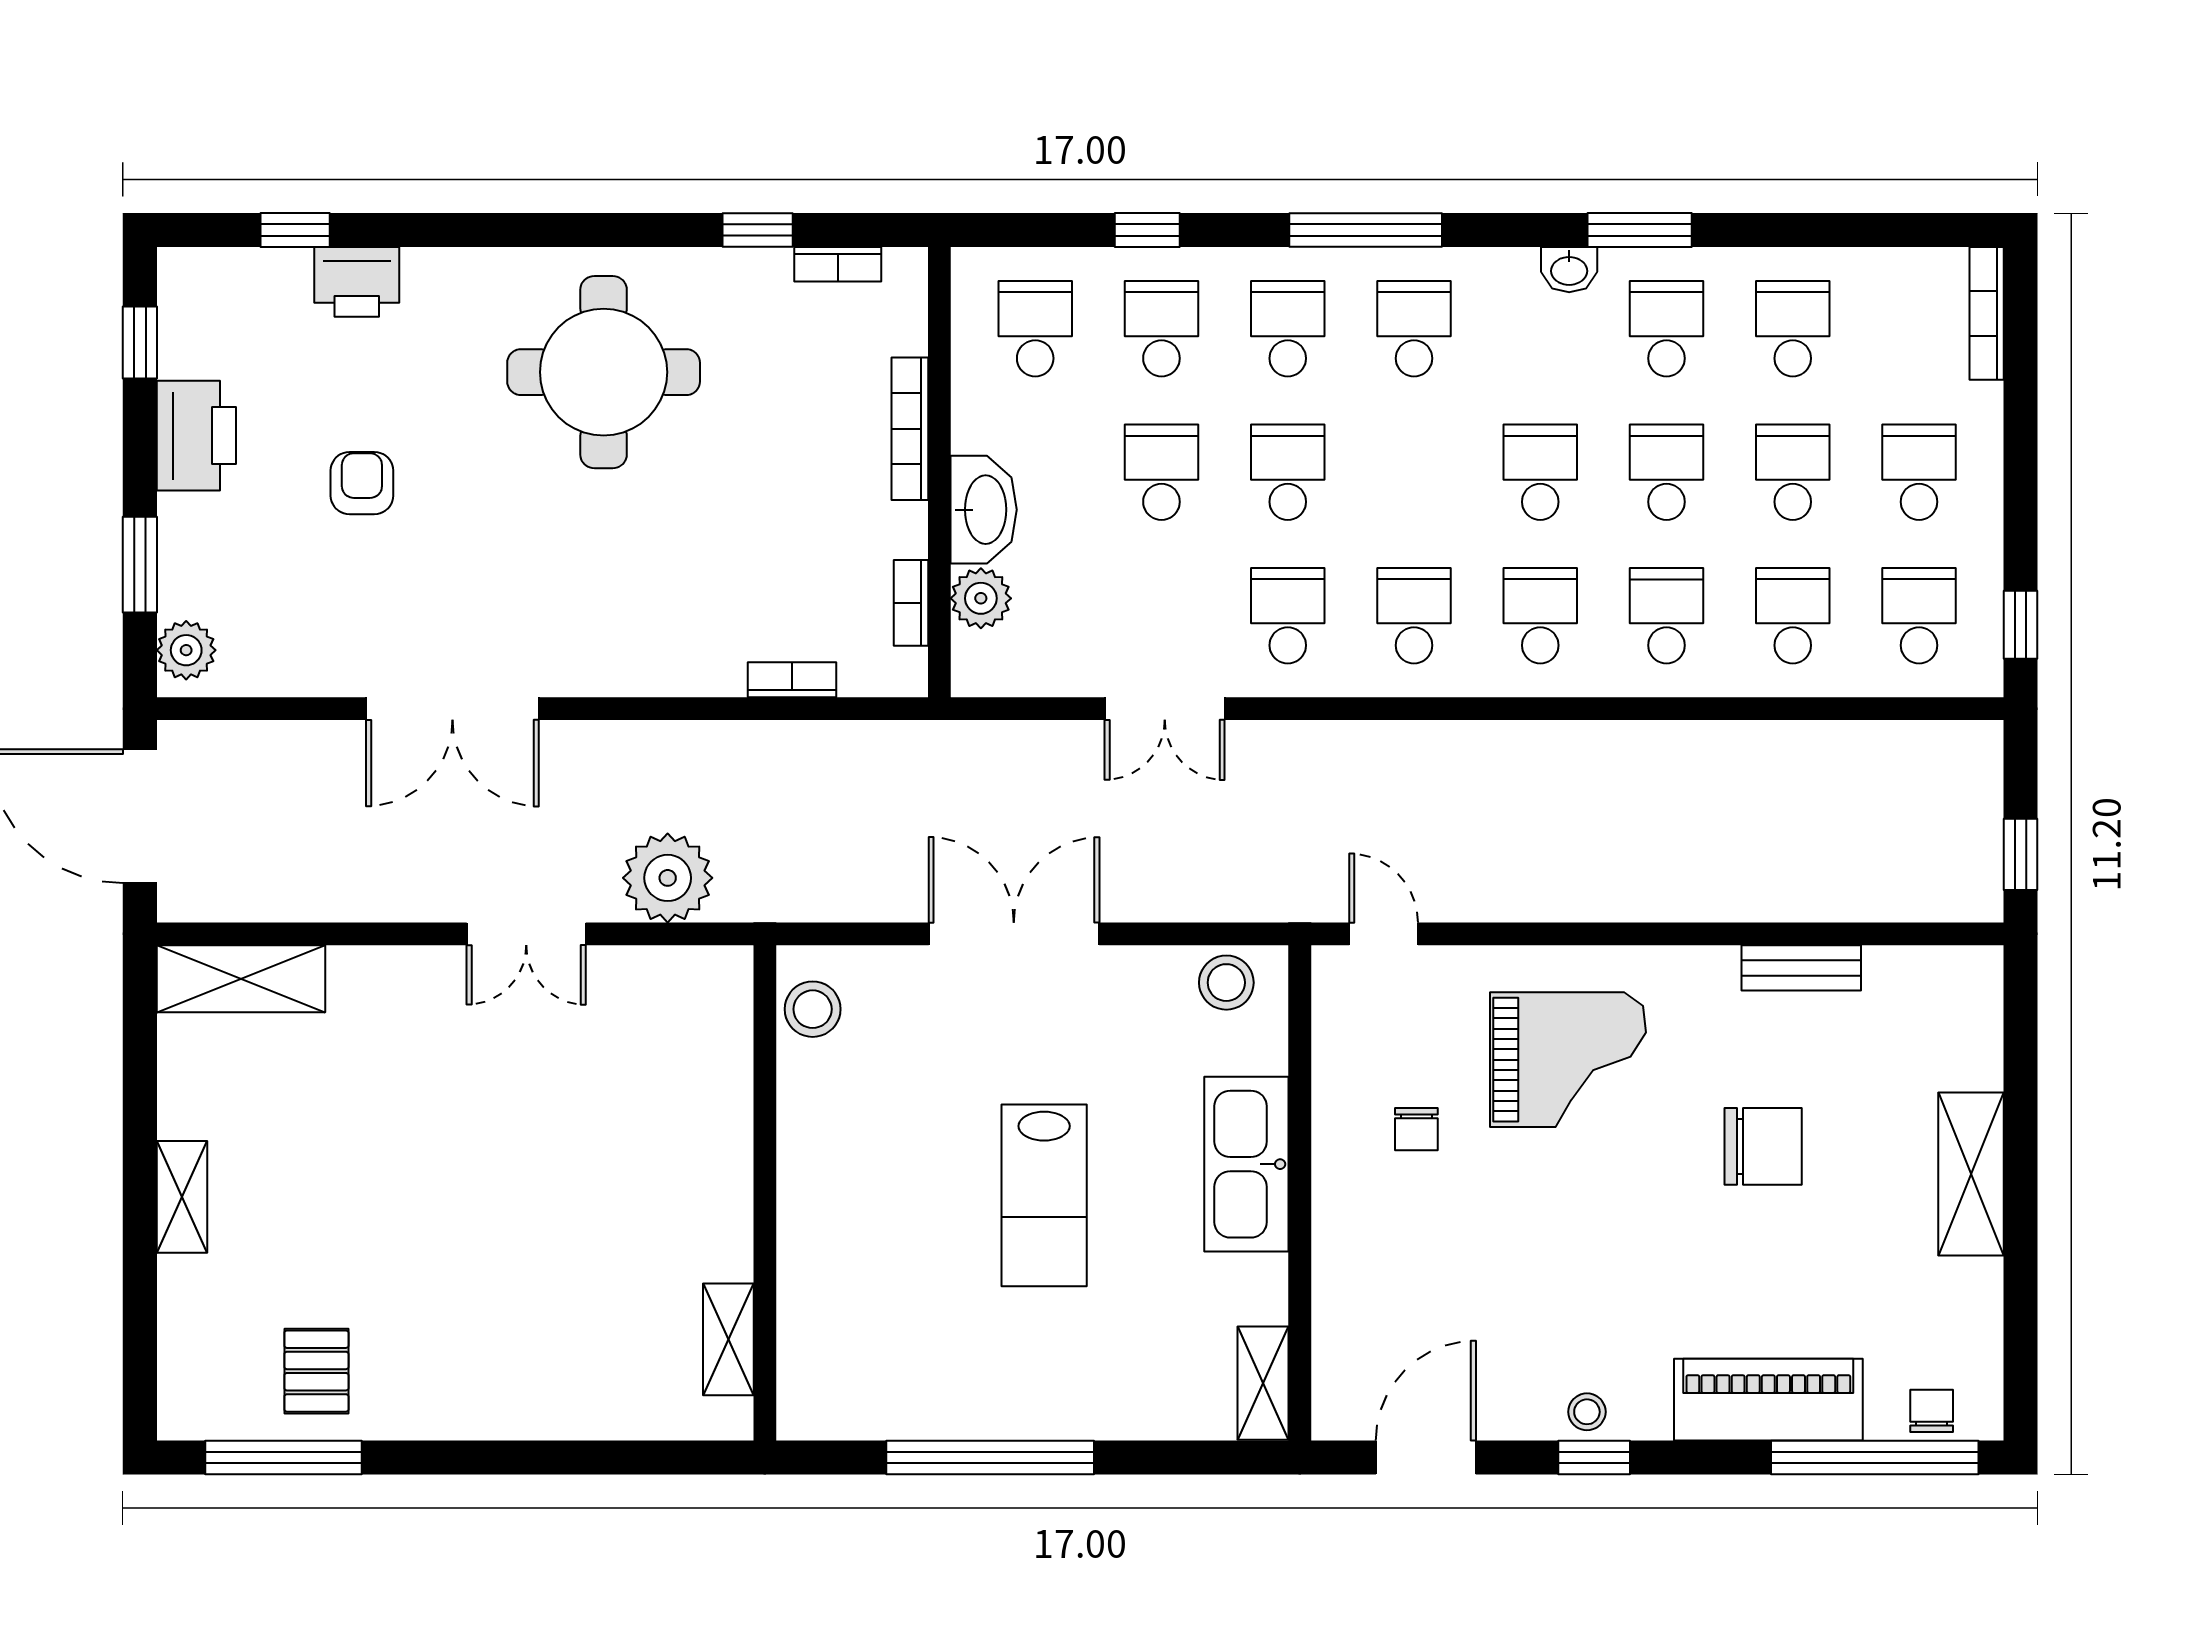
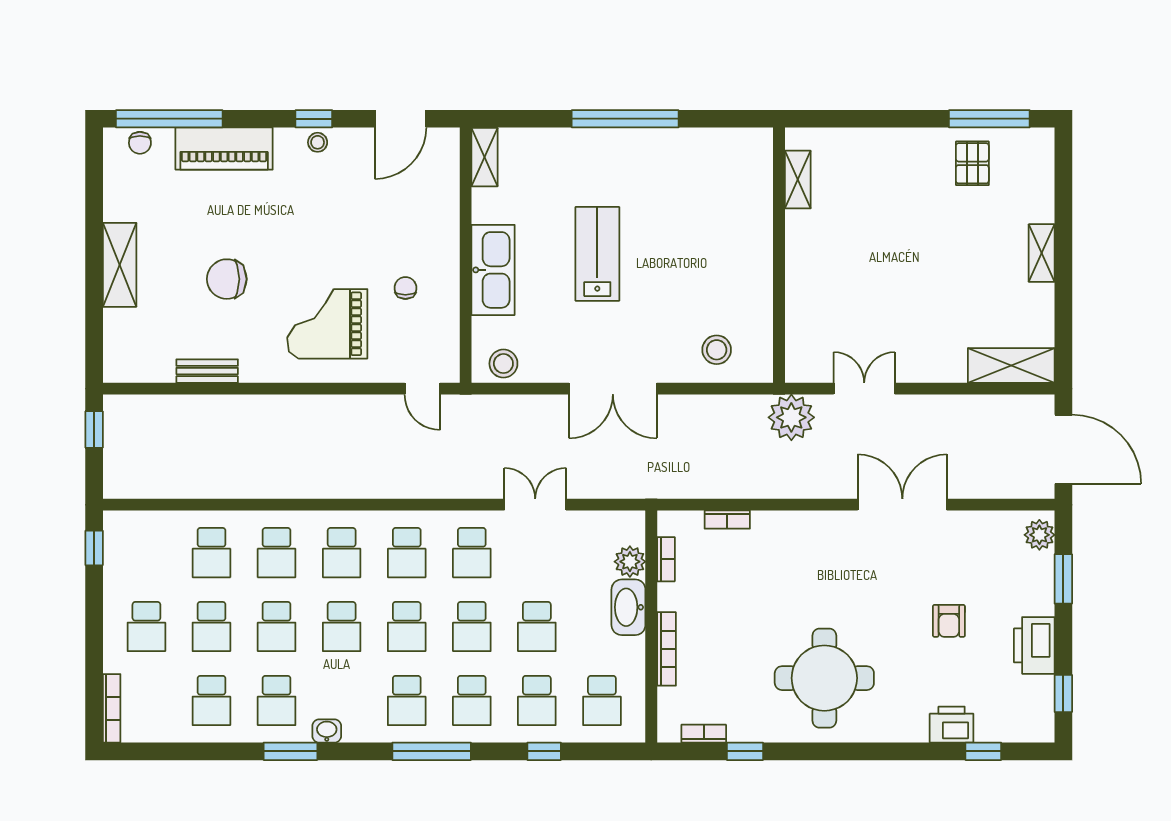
school desk: (1919, 616) -> (407, 627), moved
wall: (765, 1193) -> (779, 255), moved
shelving: (728, 1339) -> (798, 180), moved

